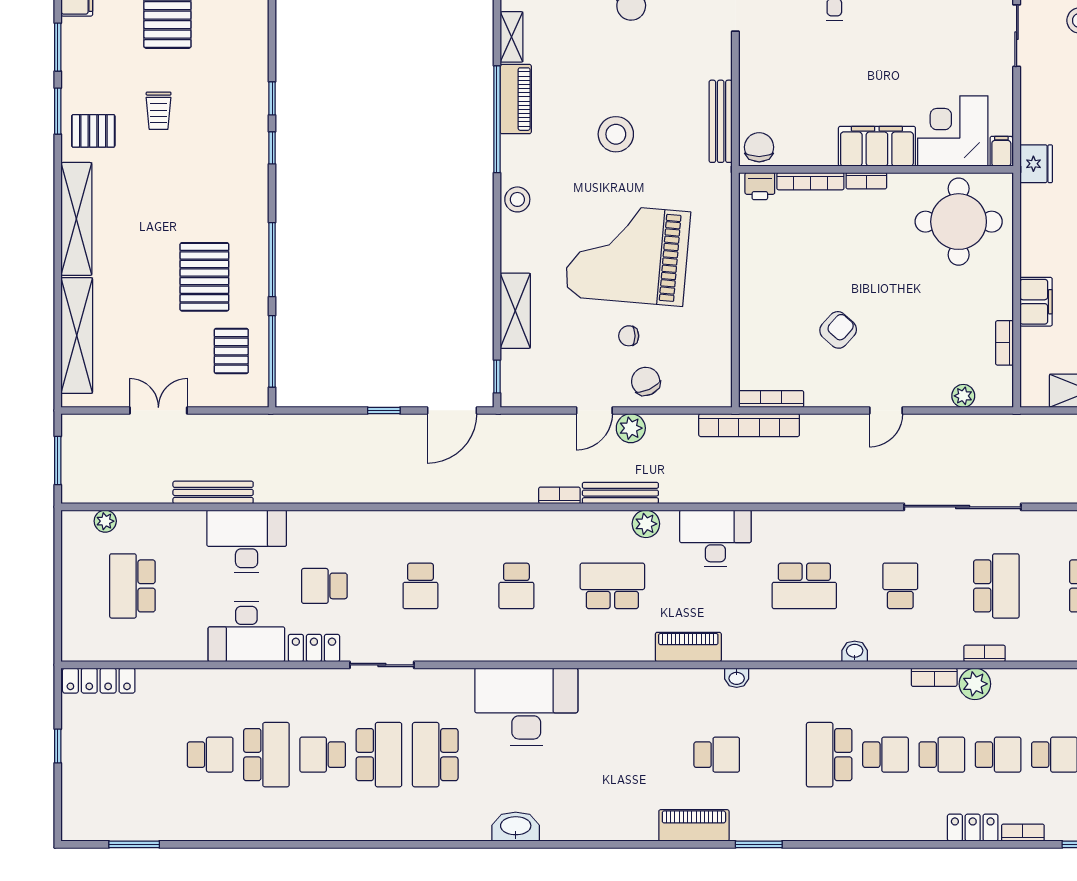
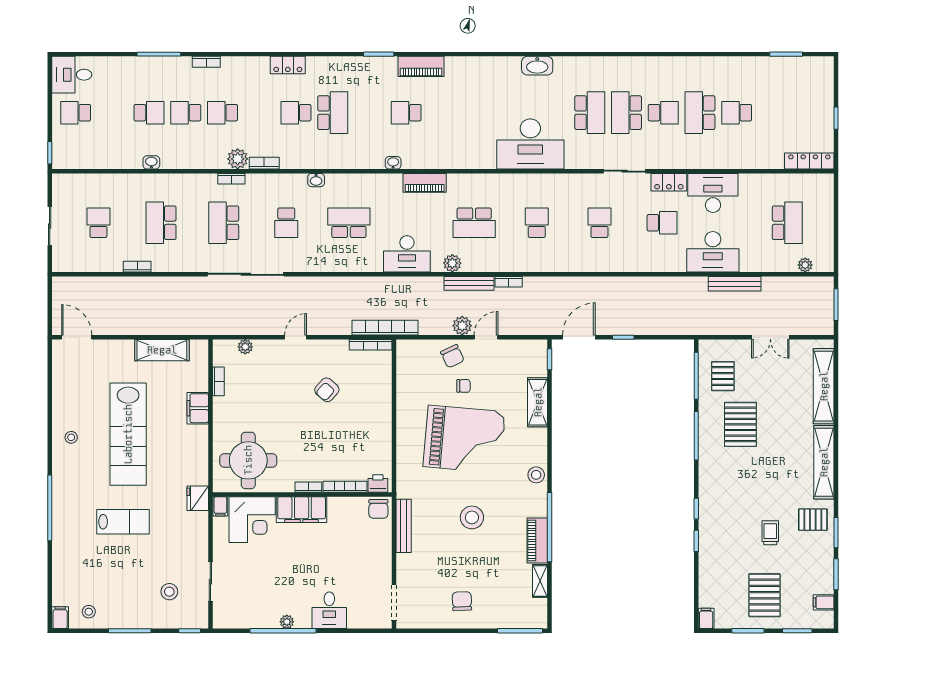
school desk: (942, 755) -> (259, 113), removed
locker: (973, 828) -> (288, 65), moved

